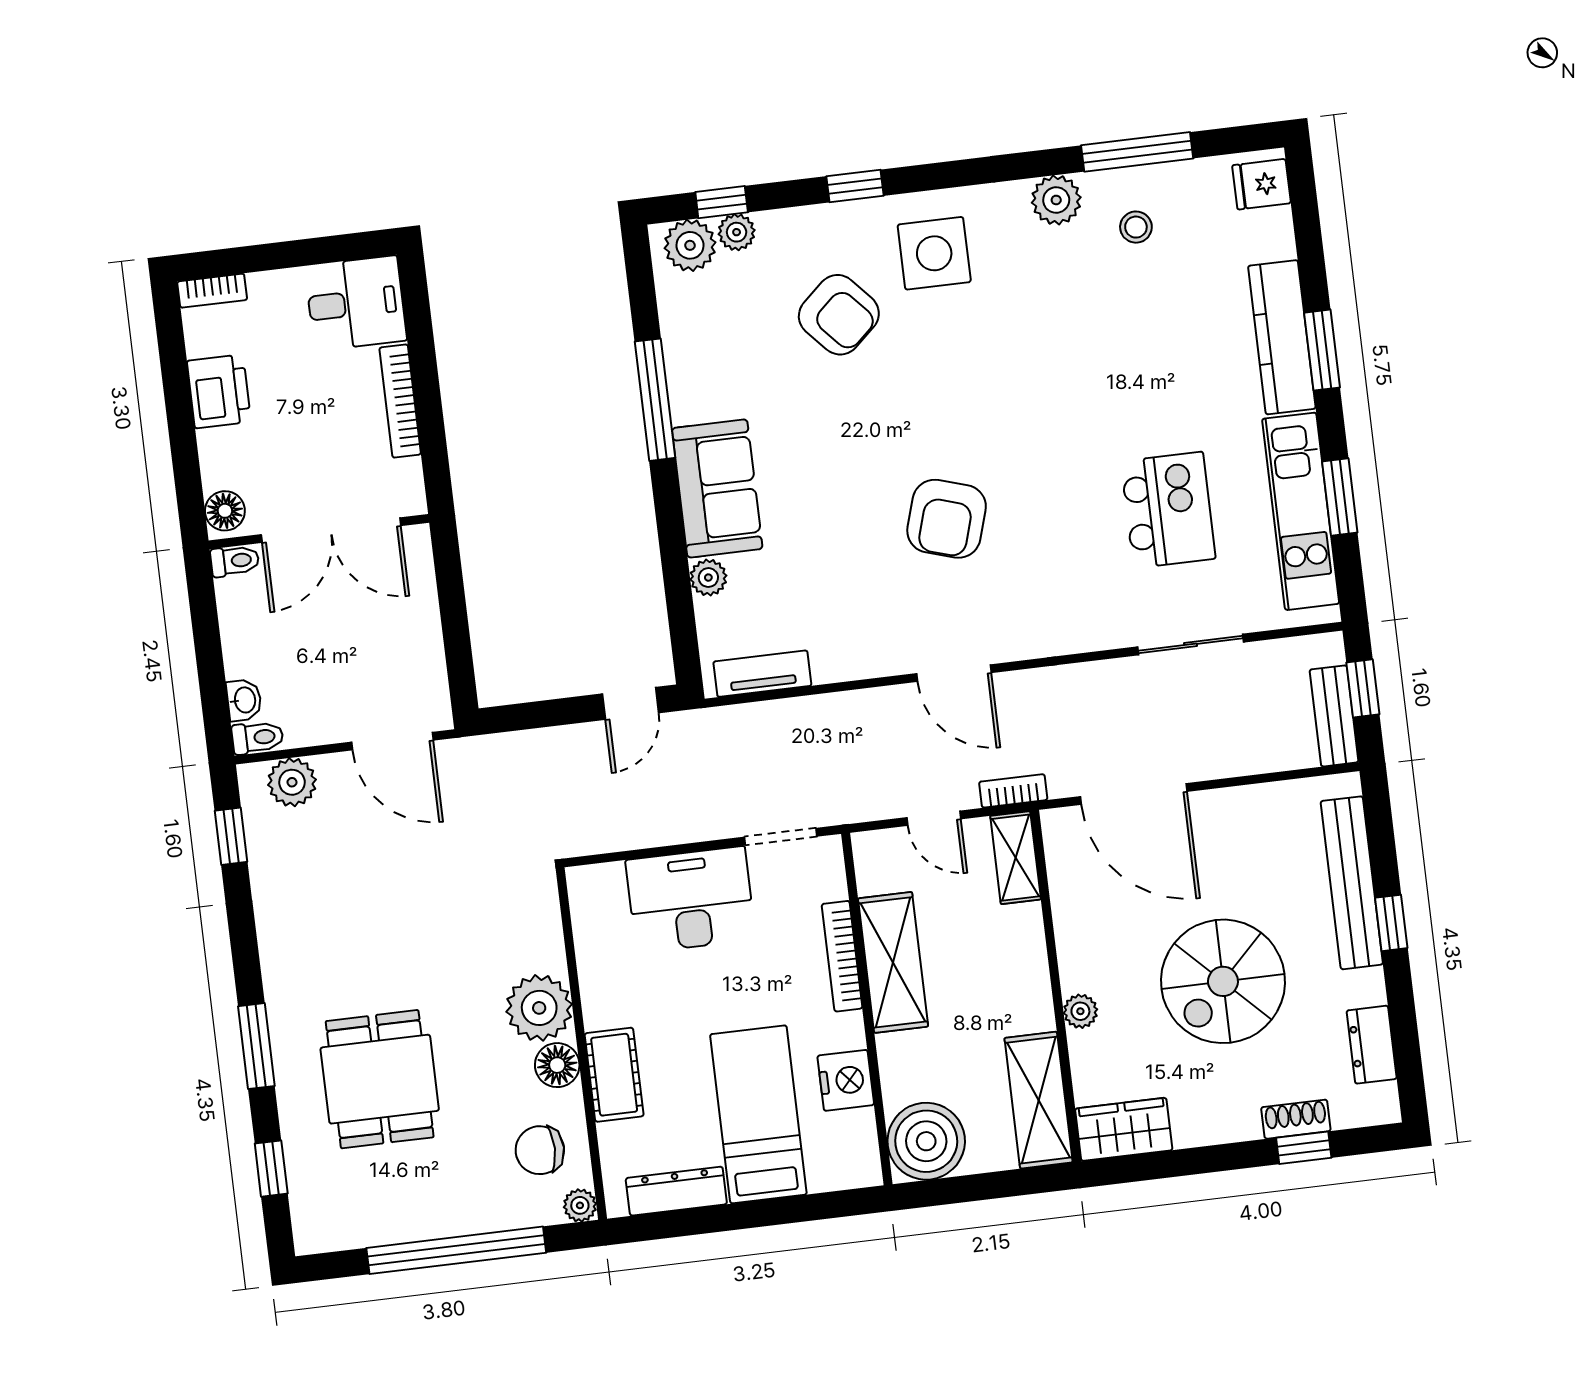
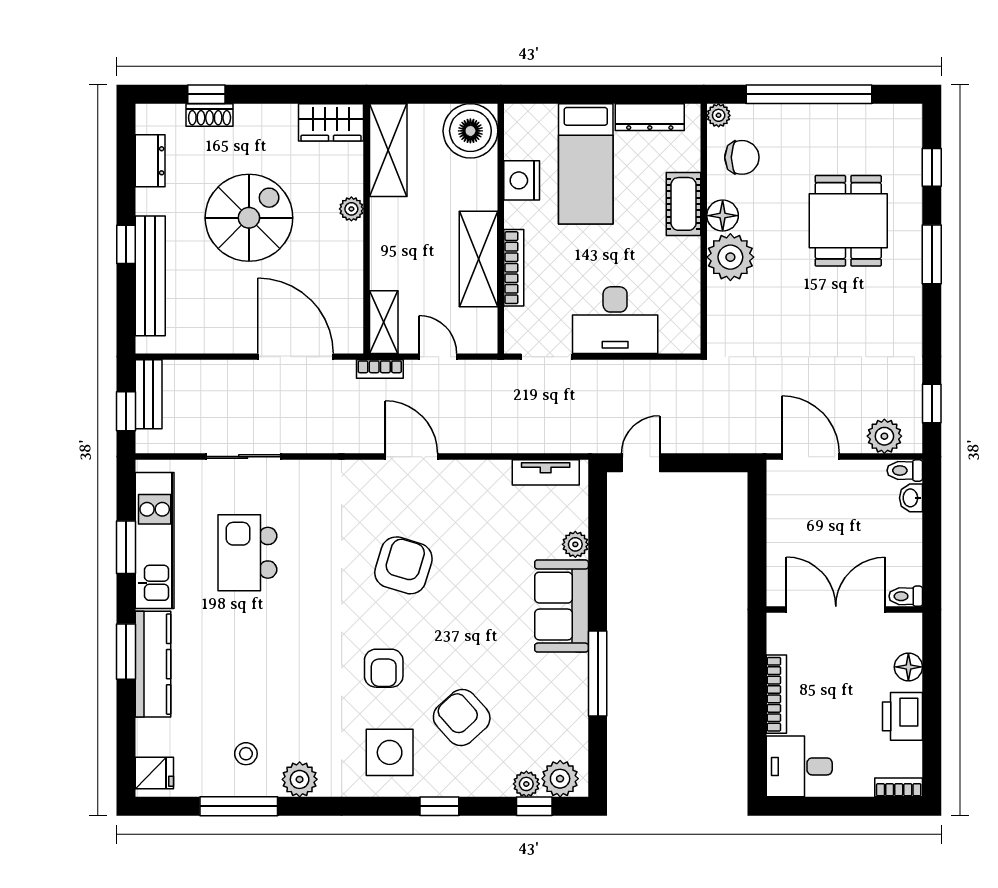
armchair: (957, 371) -> (384, 668), added
floor lamp: (225, 511) -> (908, 667), moved

